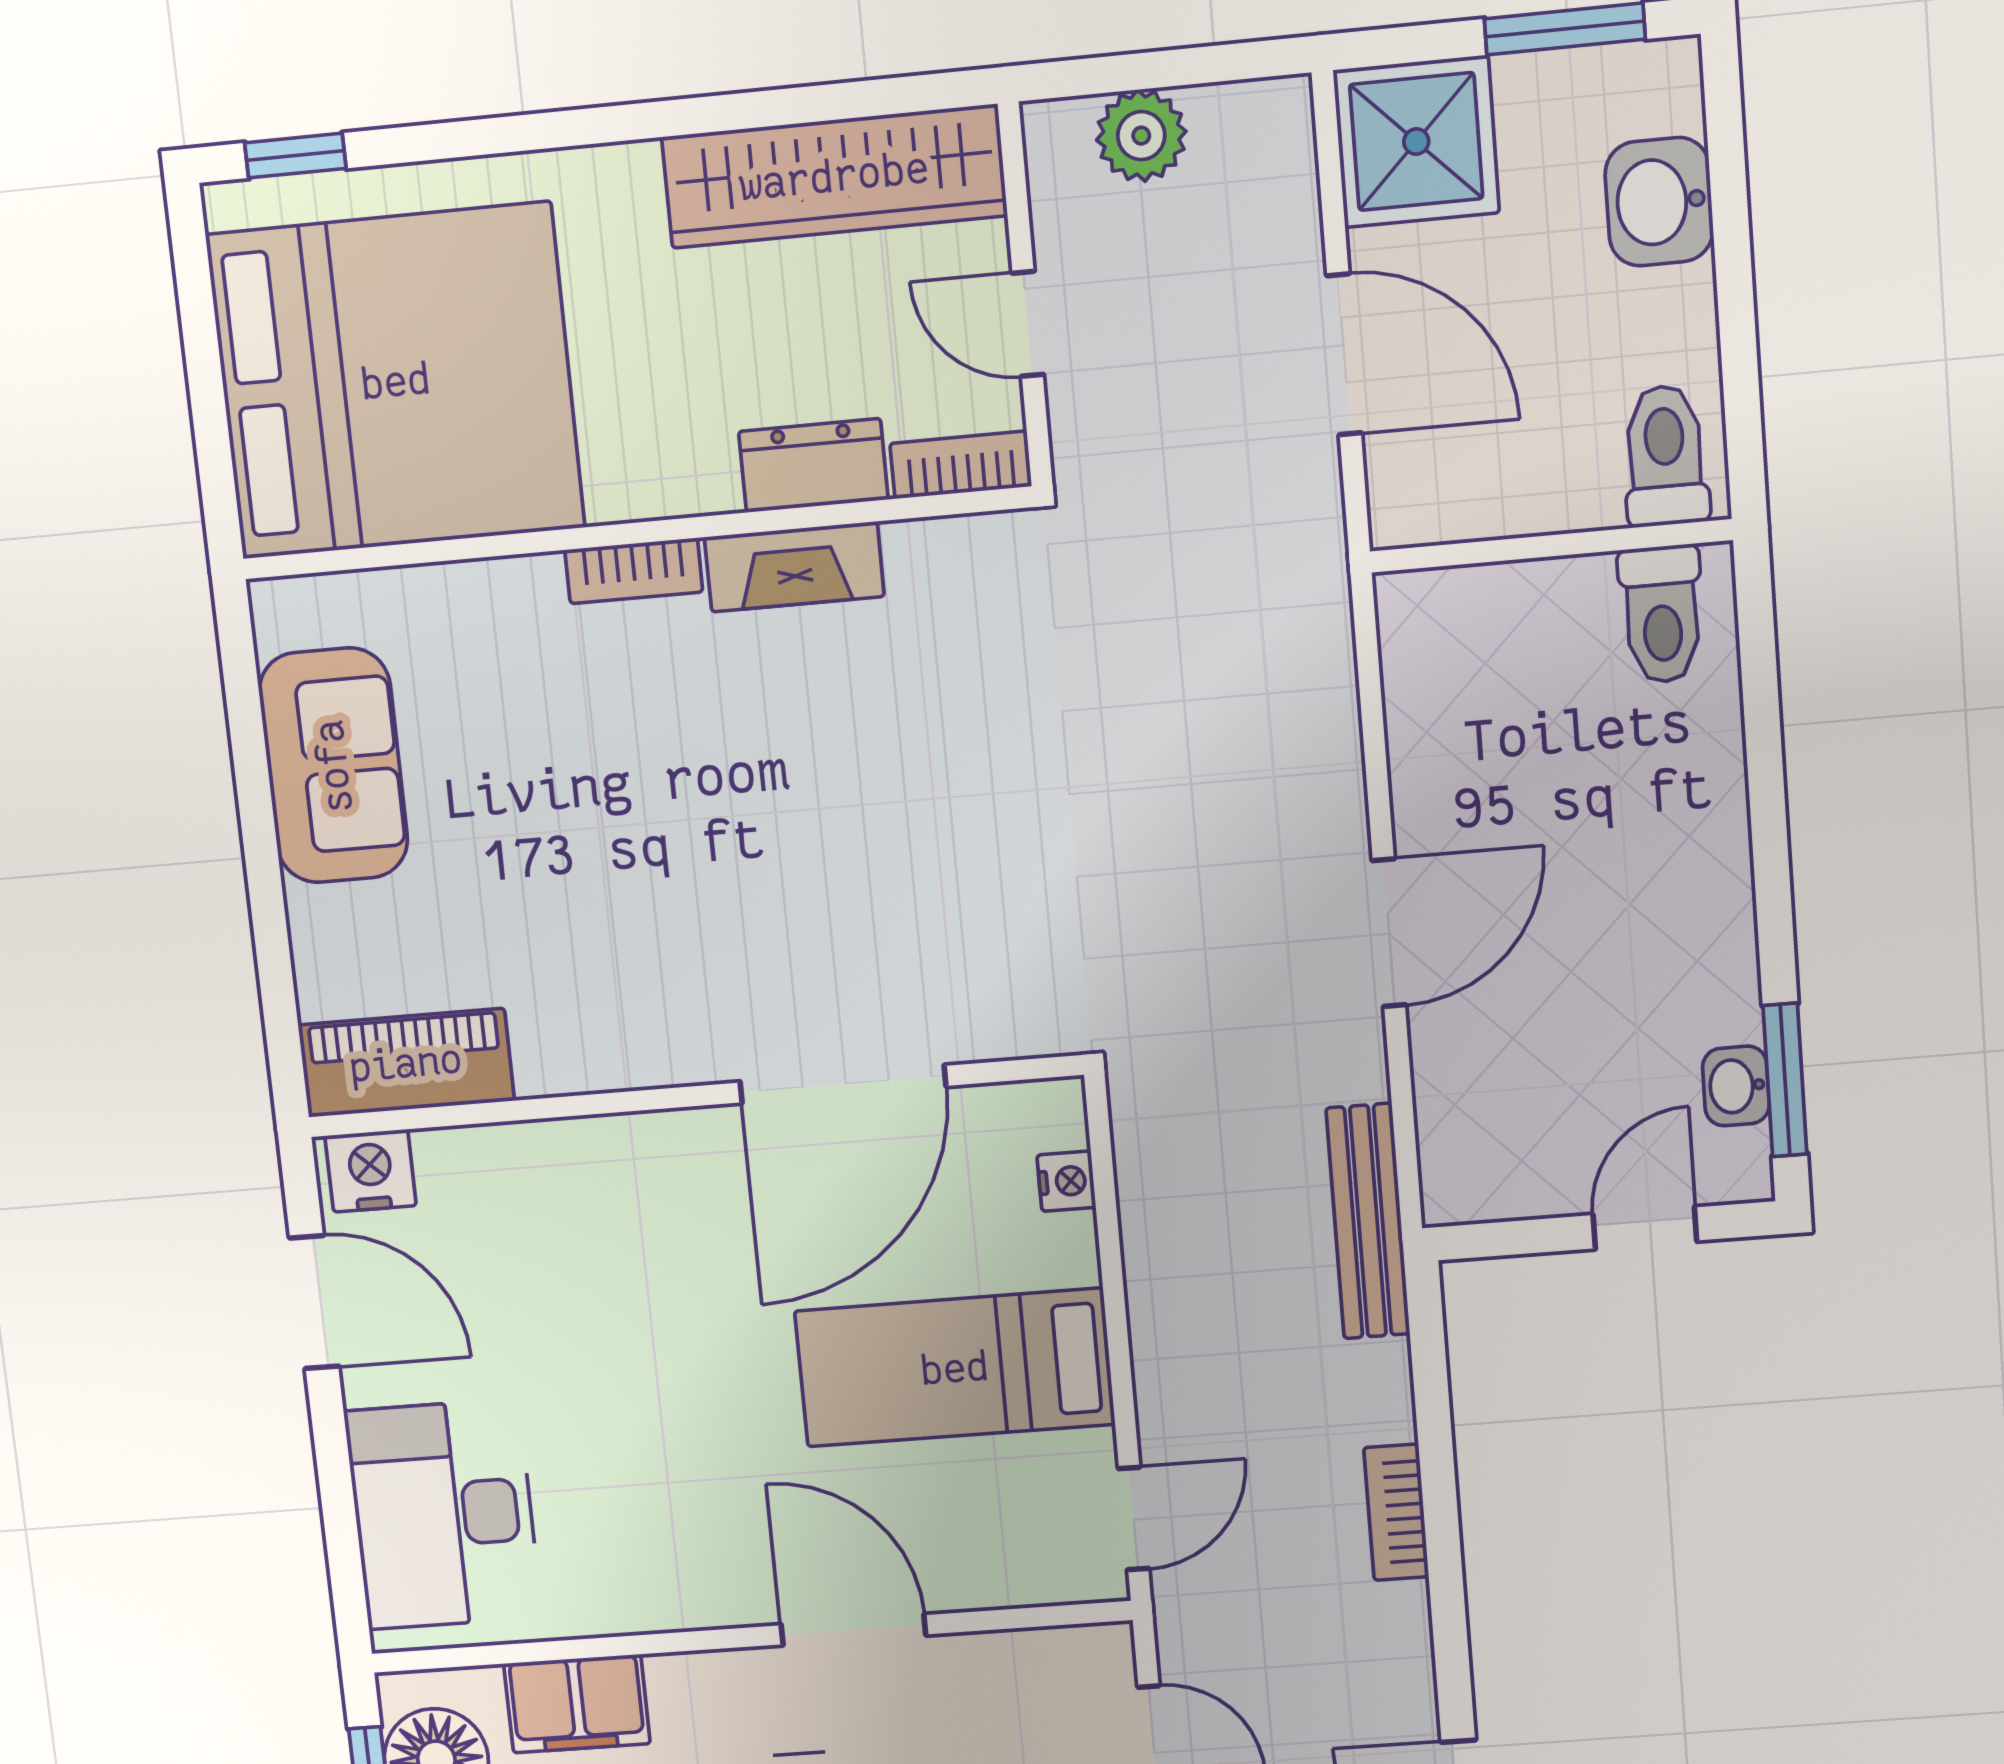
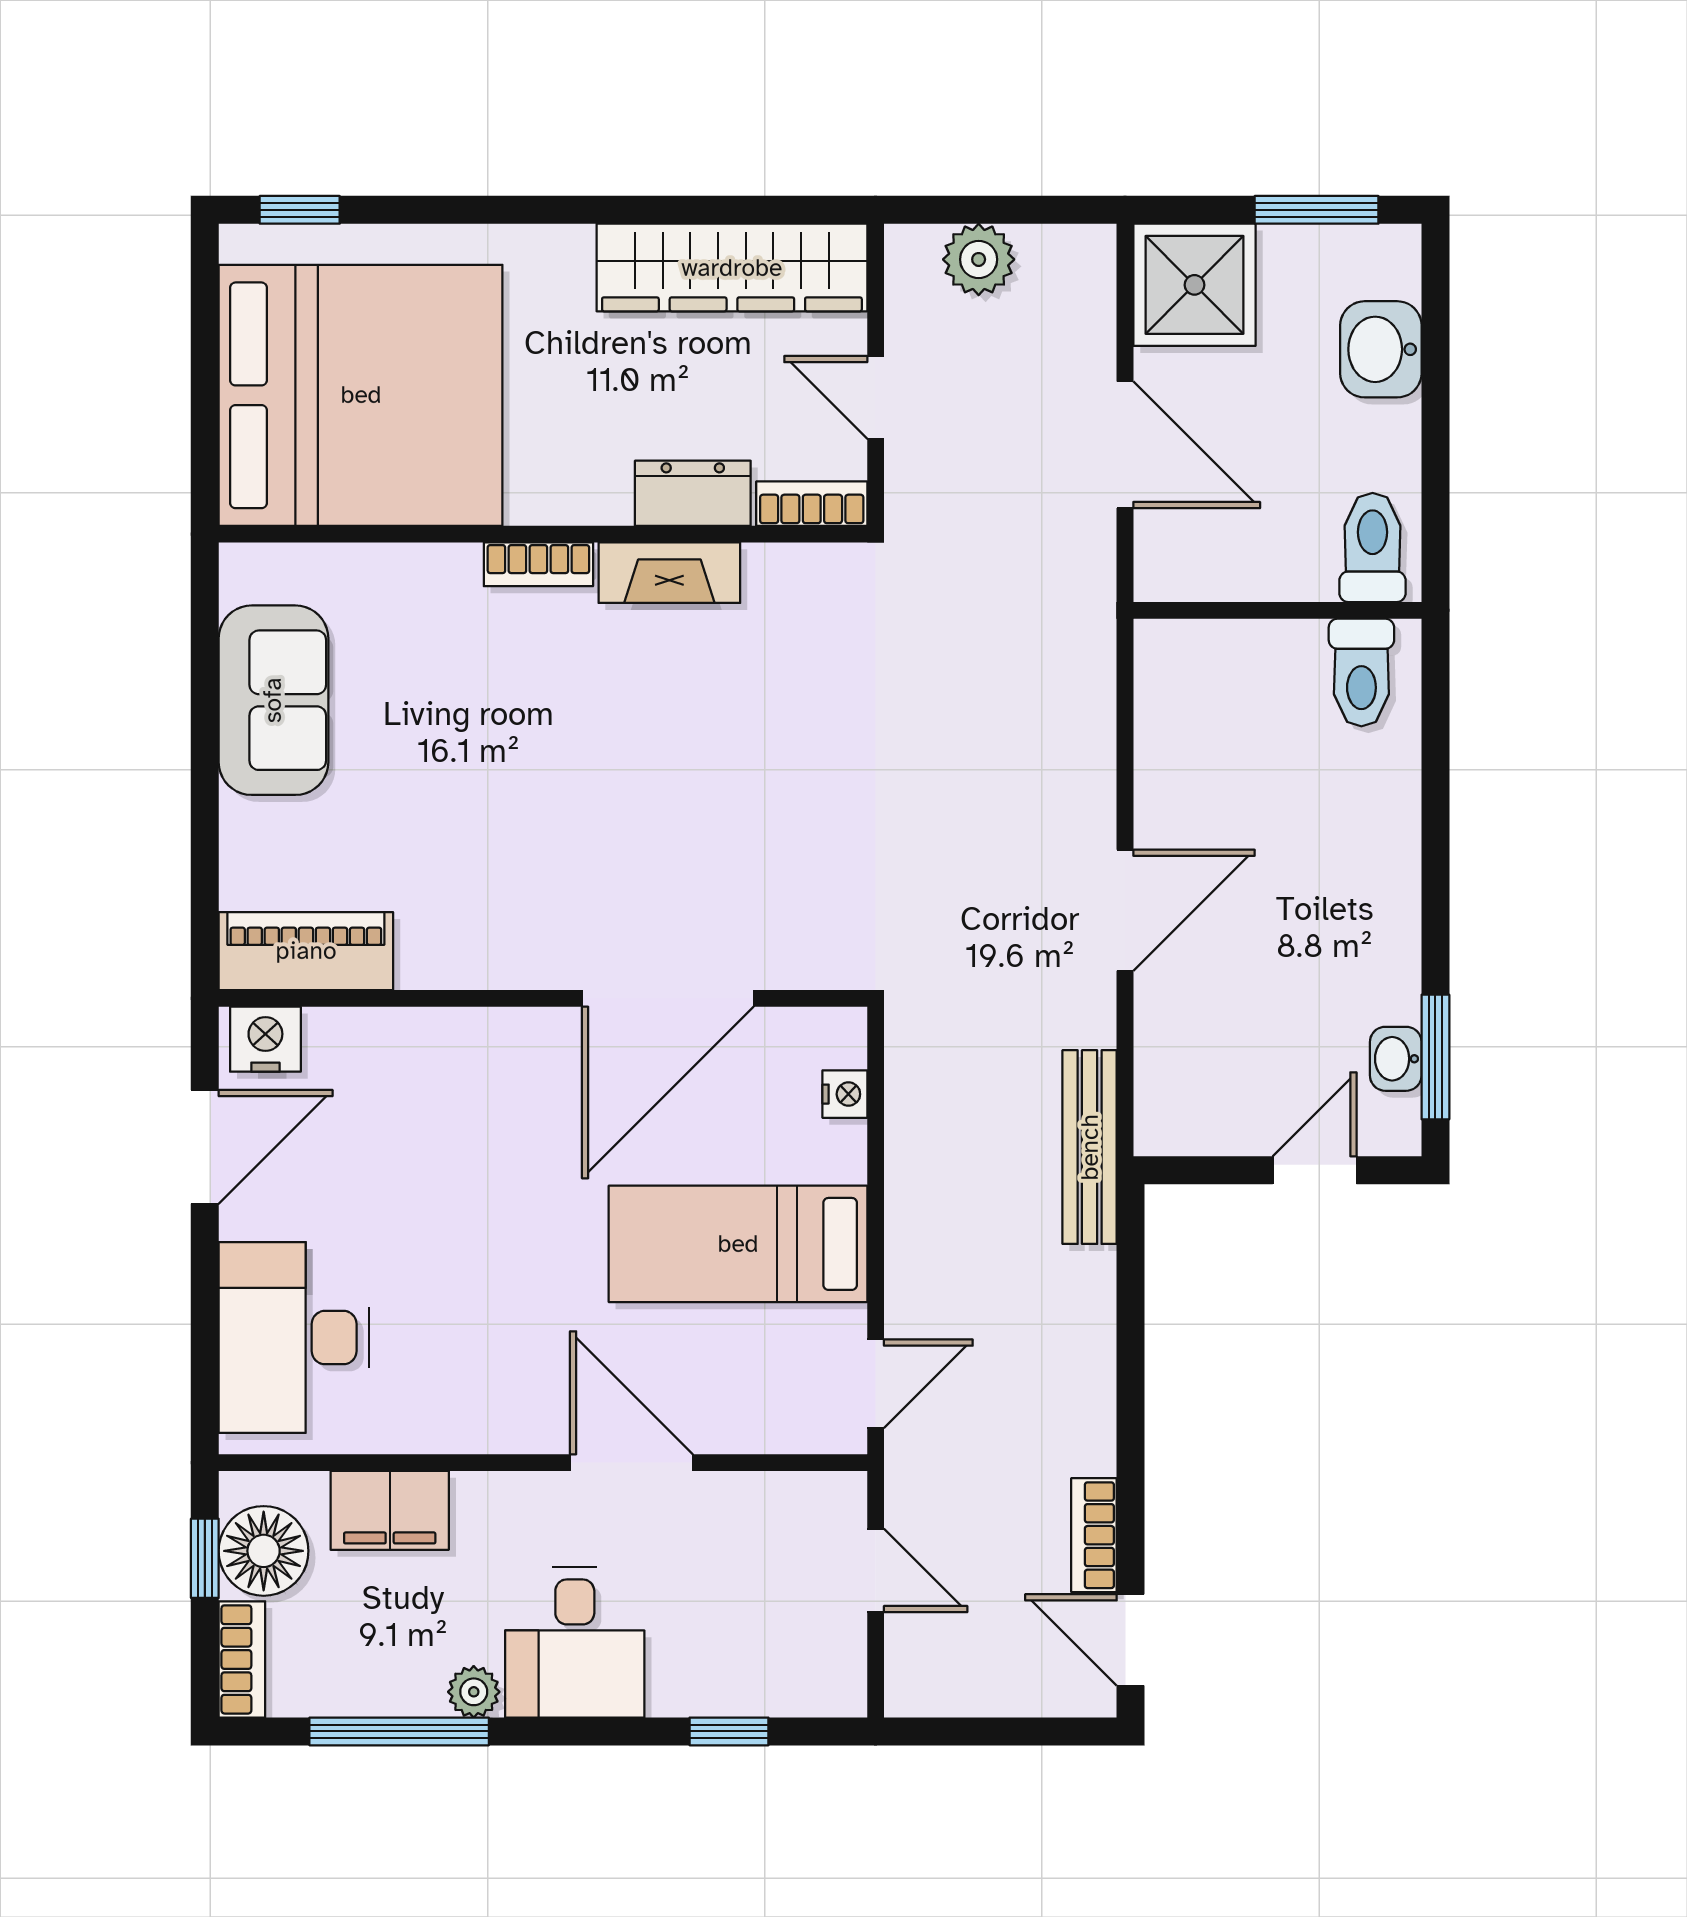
door: (314, 1302) -> (205, 1147), hinge flipped
bookcase: (1396, 1512) -> (1094, 1535), moved

